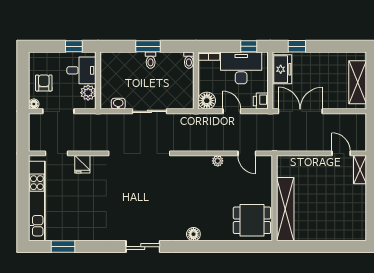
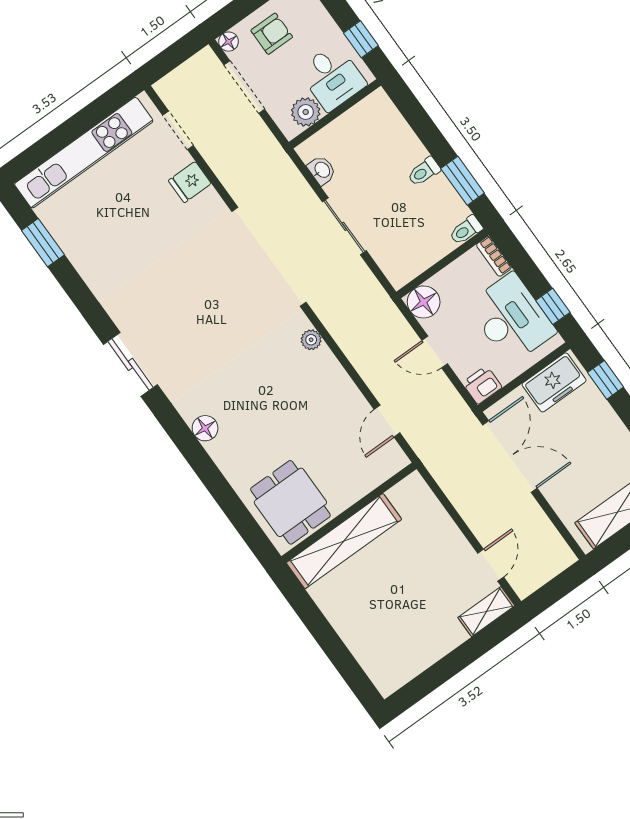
window: (148, 46) -> (463, 181), moved
door: (232, 111) -> (435, 352), swing flipped
plant: (218, 161) -> (311, 340), moved

